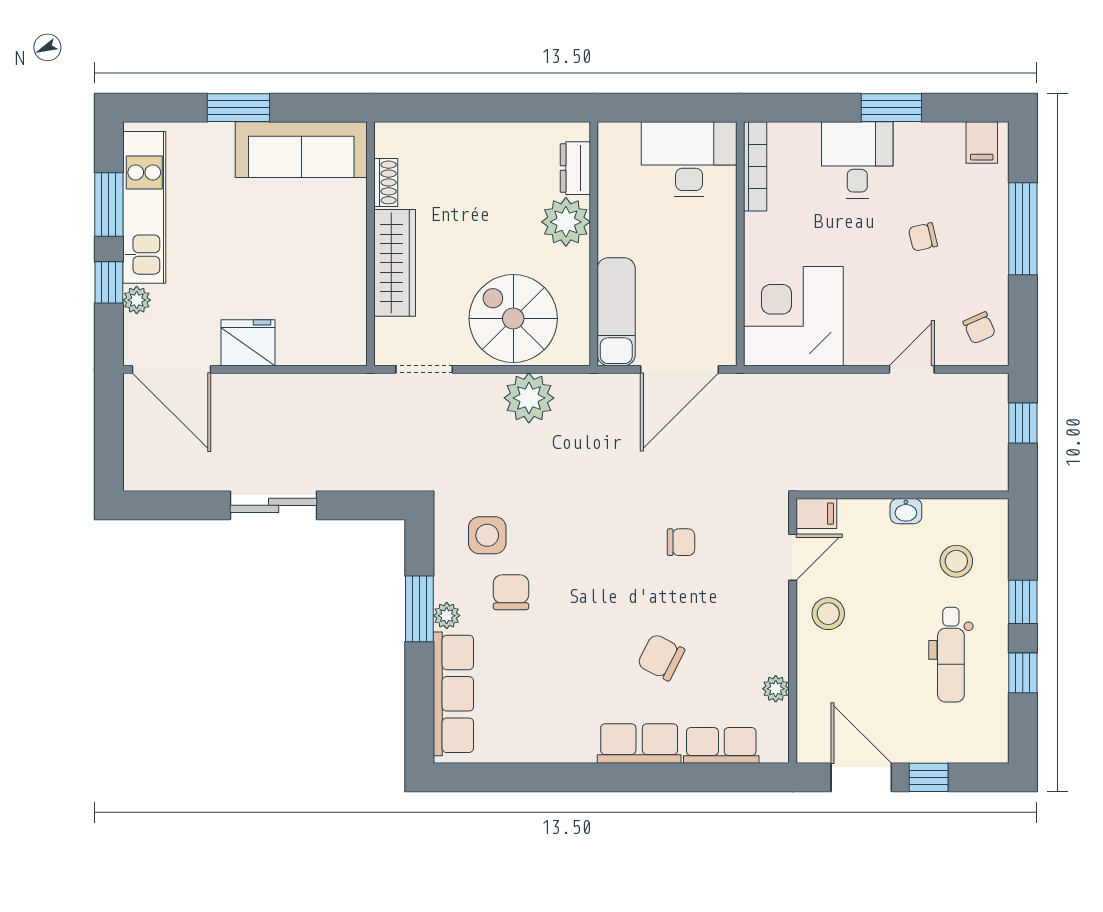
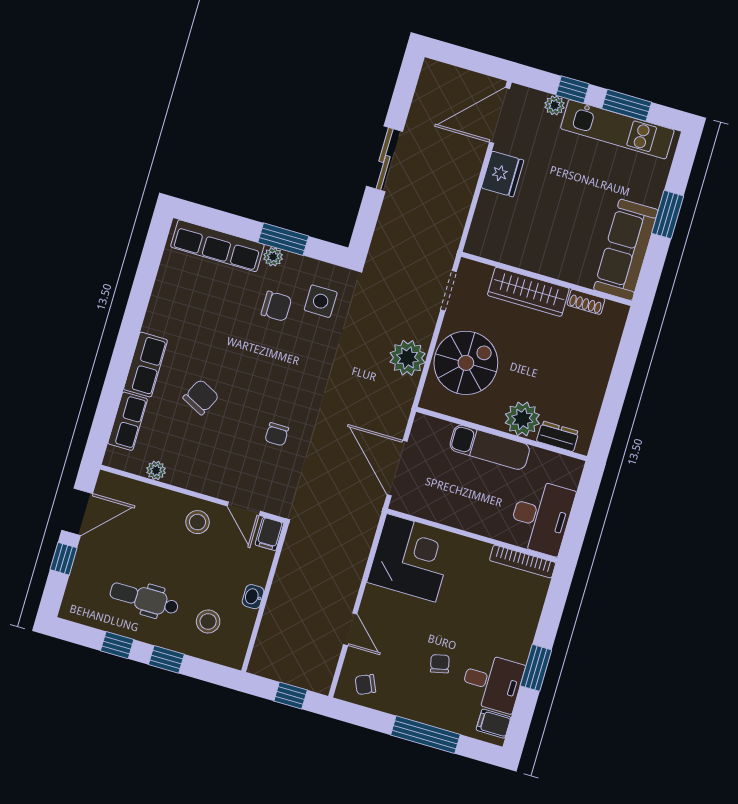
desk: (857, 160) -> (492, 683), moved
exam couch: (616, 312) -> (490, 447), moved

